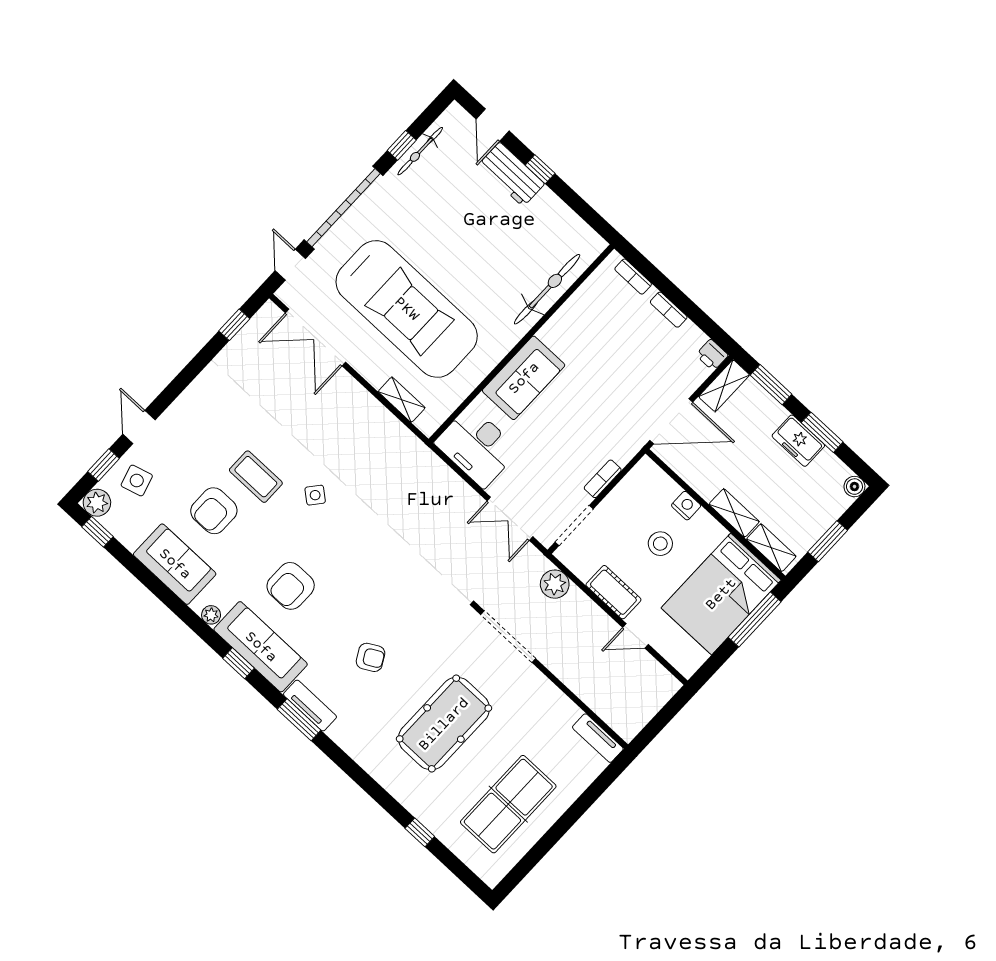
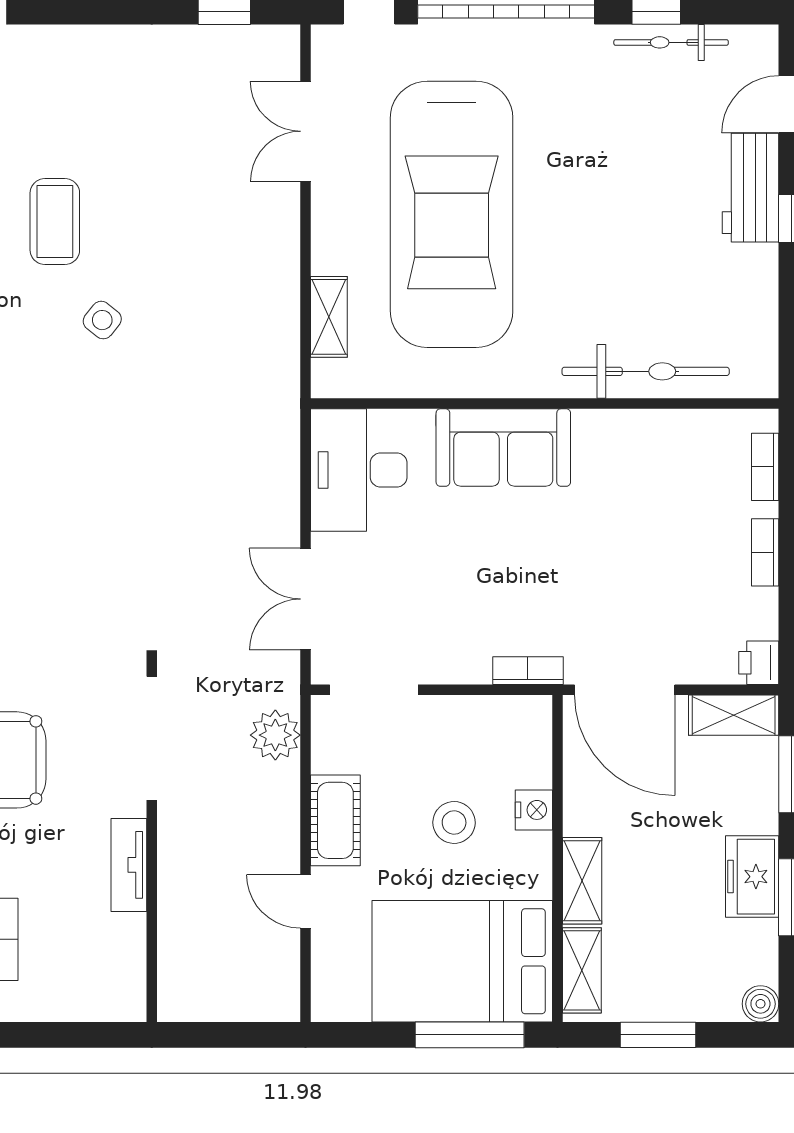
double door: (316, 338) -> (306, 131), width x0.73
bookcase: (603, 479) -> (528, 671), moved
tv unit: (598, 738) -> (129, 865), moved

